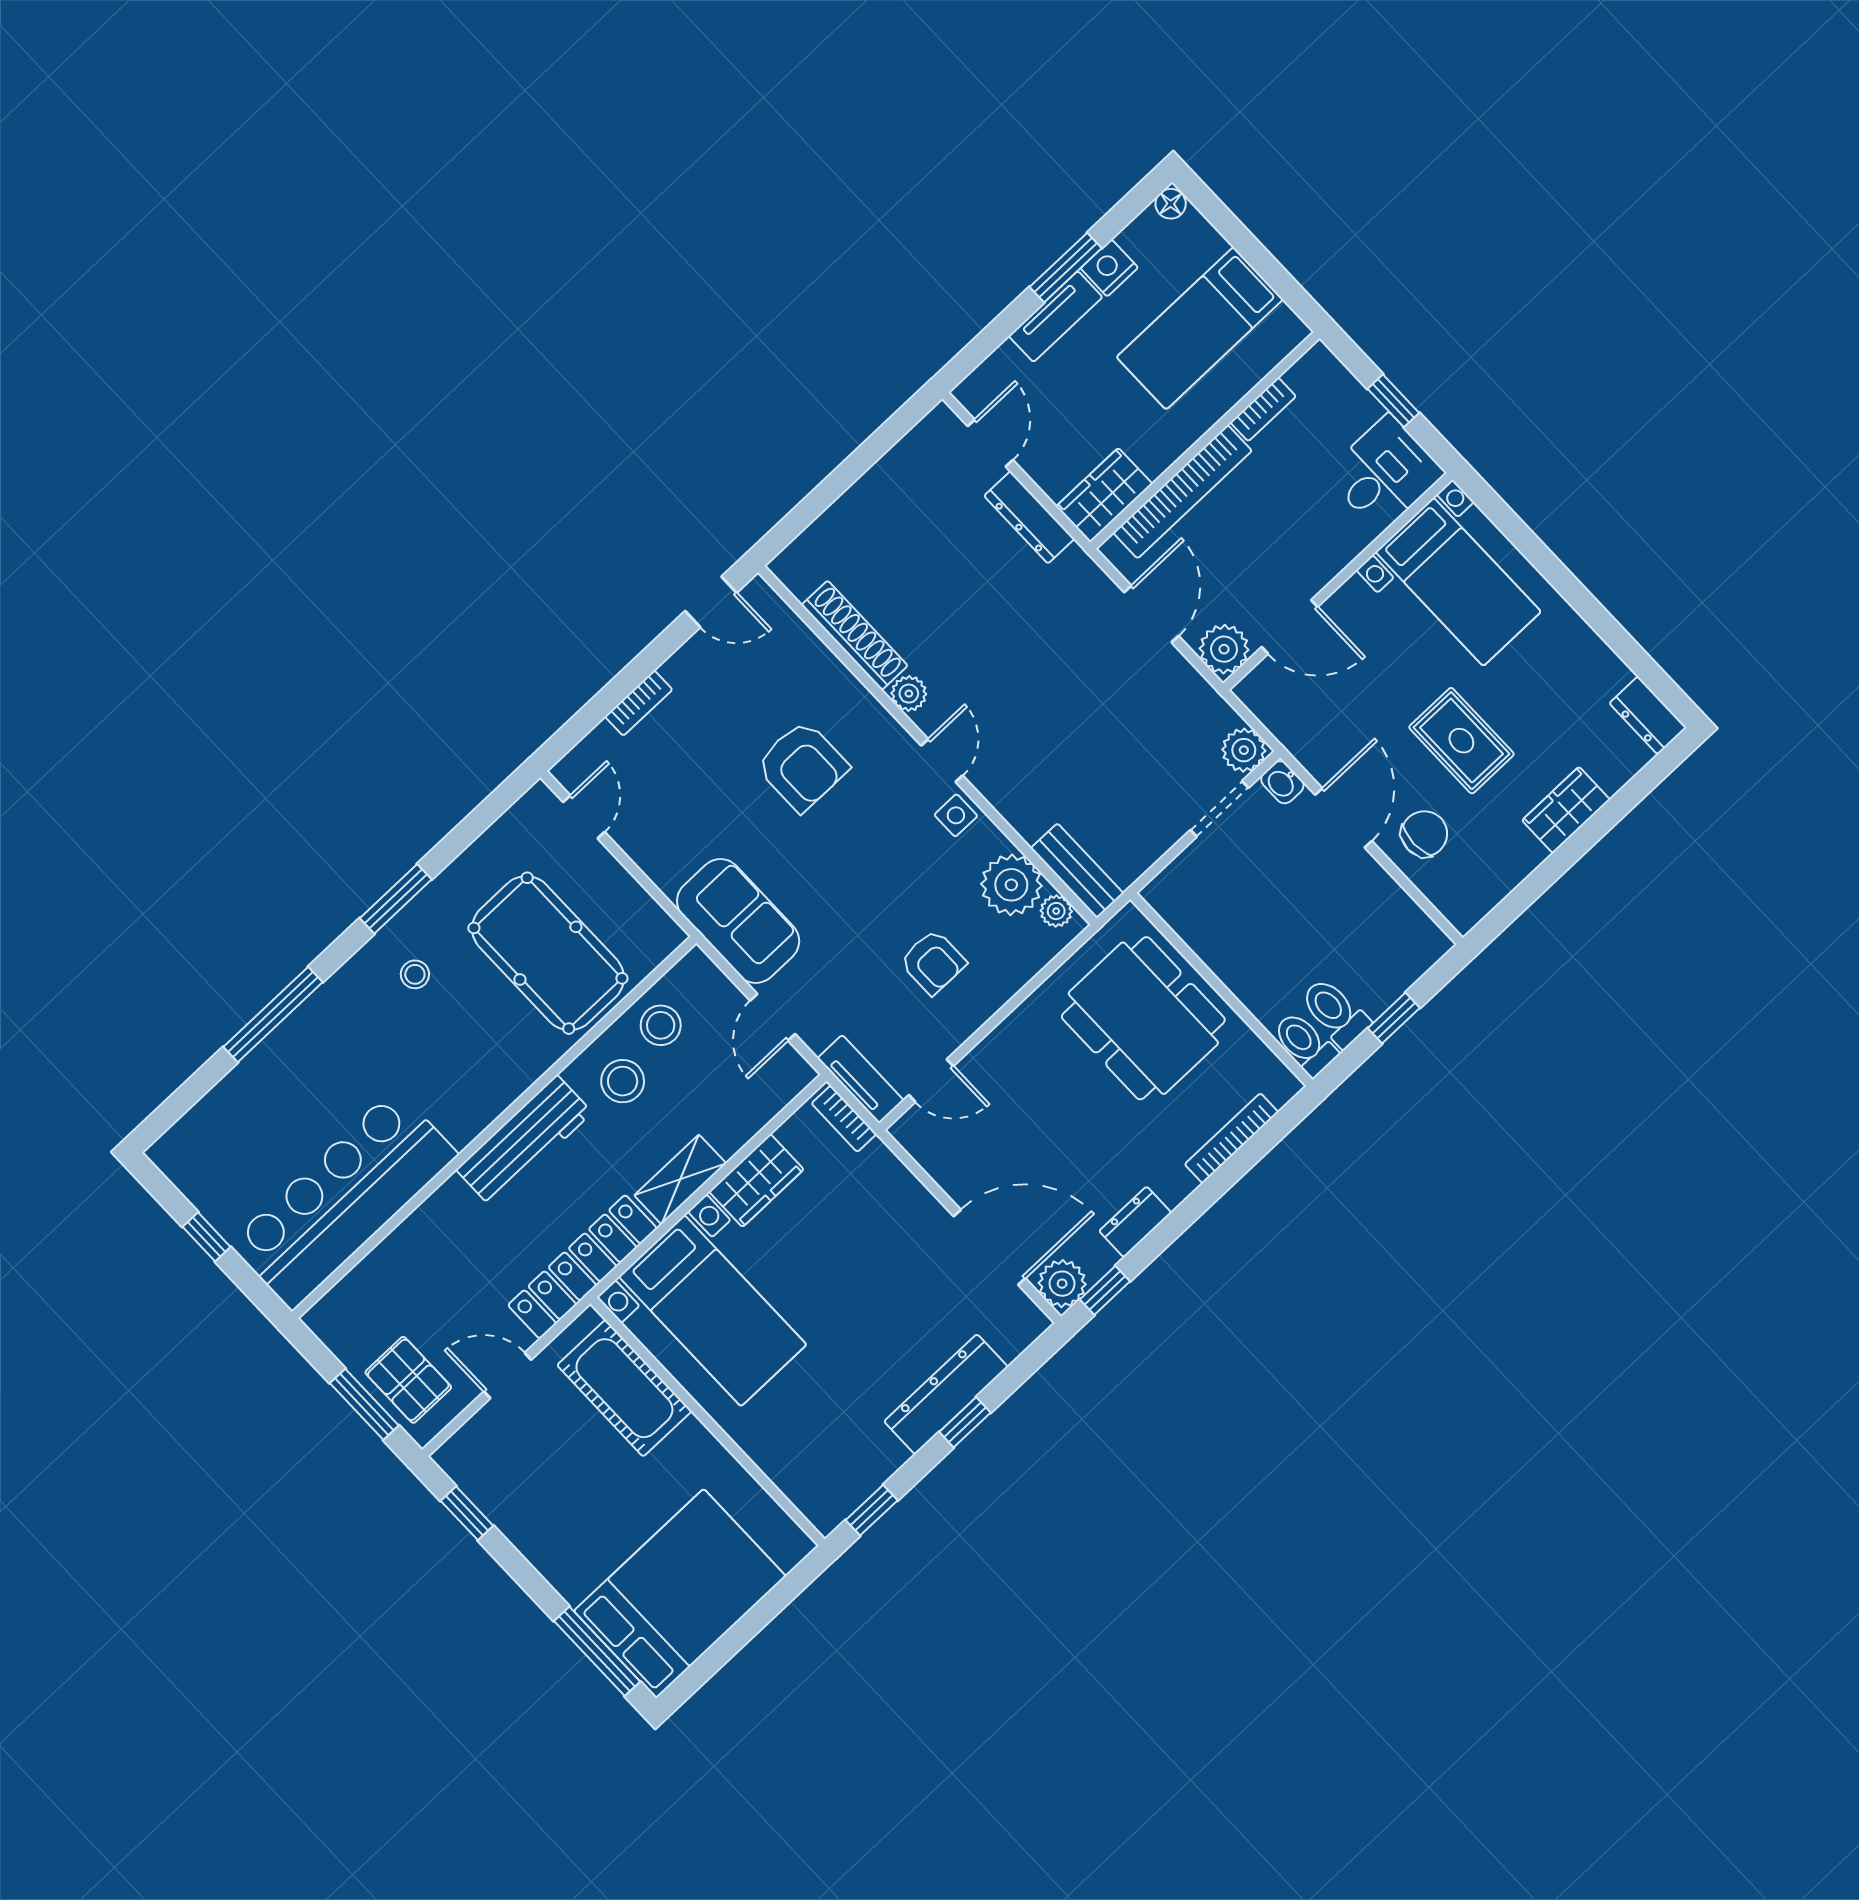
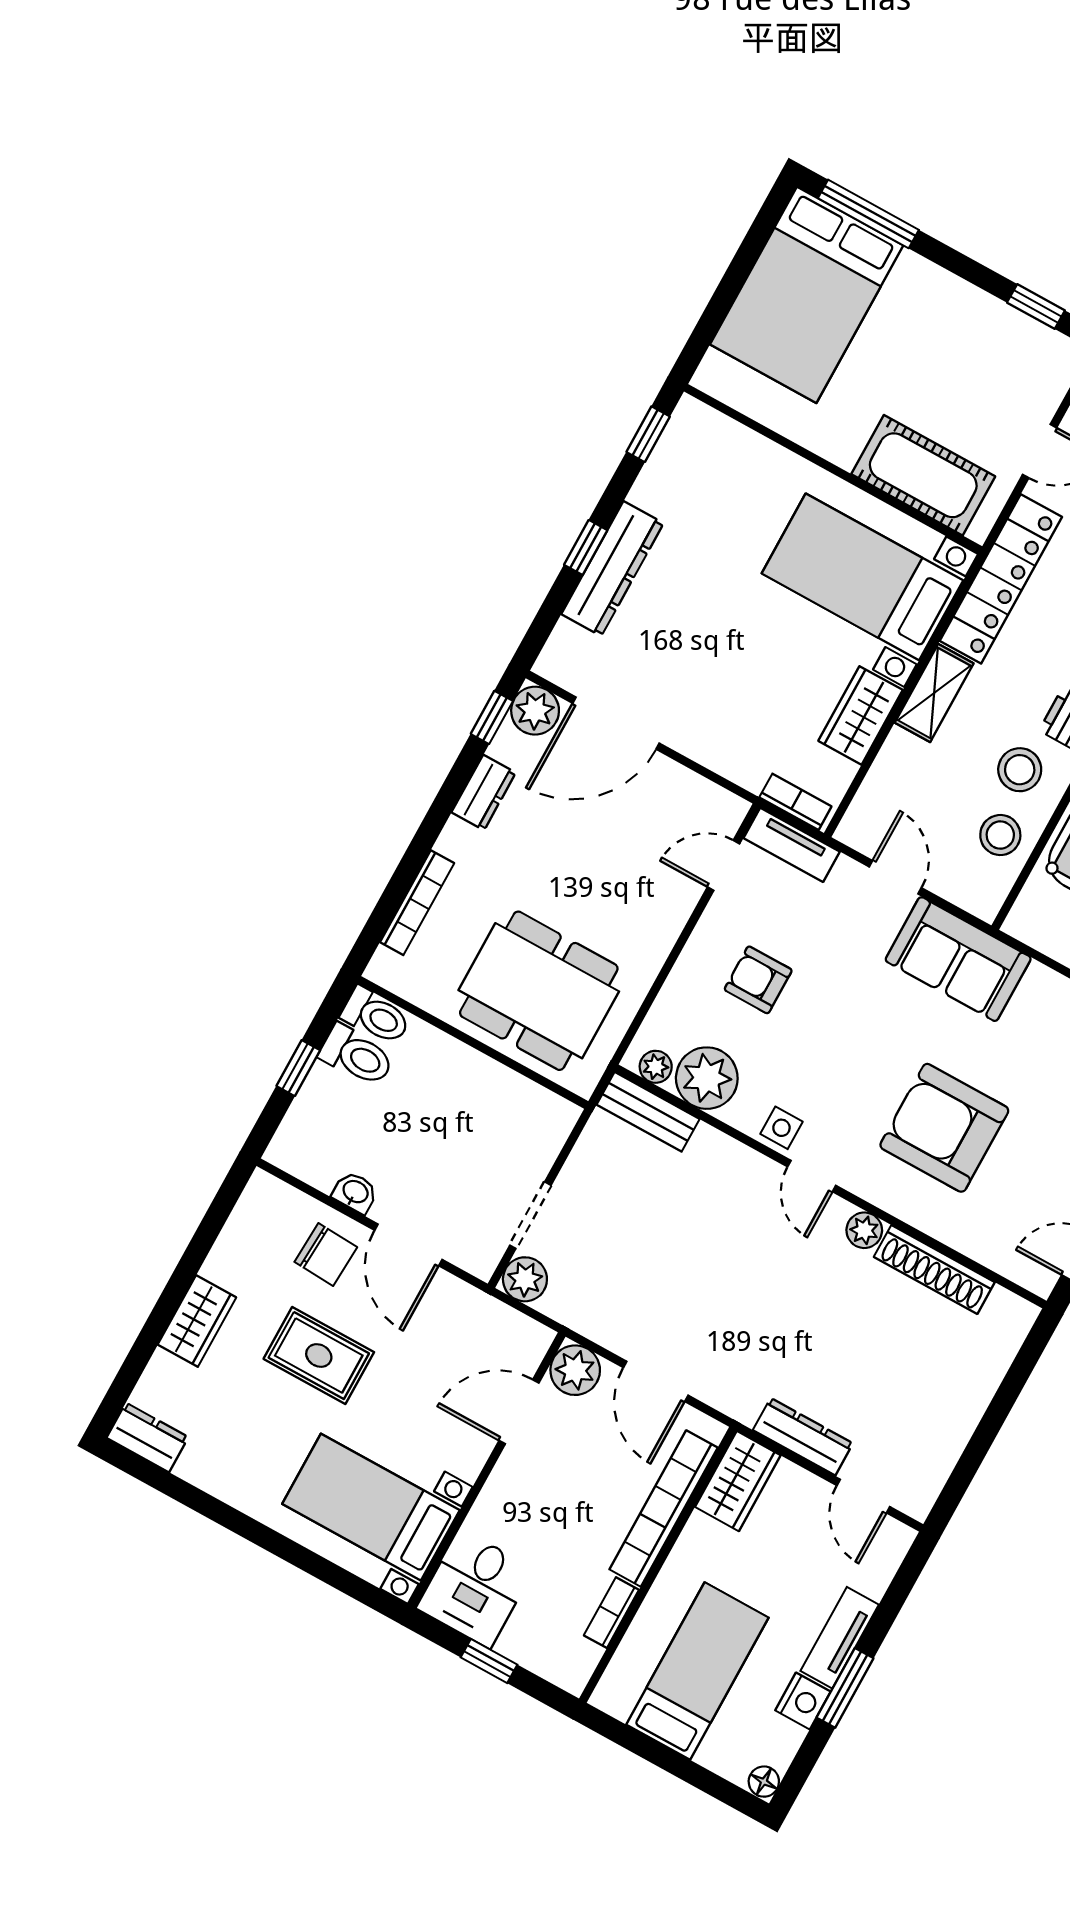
armchair: (802, 766) -> (944, 1128), width x1.36, depth x1.36
washbasin: (1282, 782) -> (355, 1192), moved
chair: (1424, 834) -> (326, 1255), turned -87

